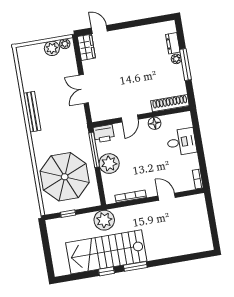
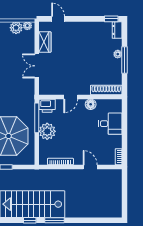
window: (162, 19) -> (111, 19), added
dresser: (173, 43) -> (117, 30), moved
wardrobe: (86, 47) -> (45, 42), moved
plant: (104, 220) -> (35, 178), removed

